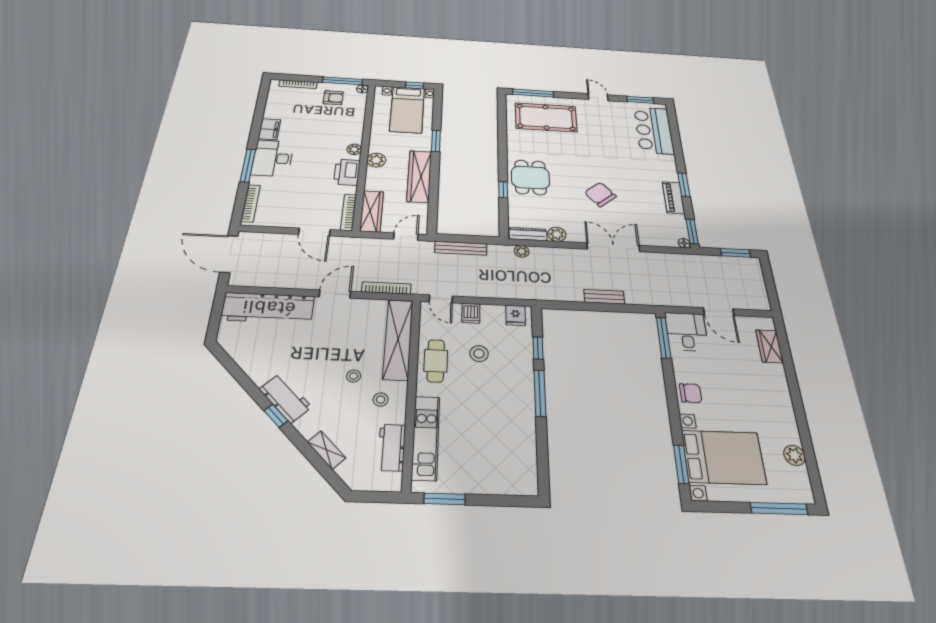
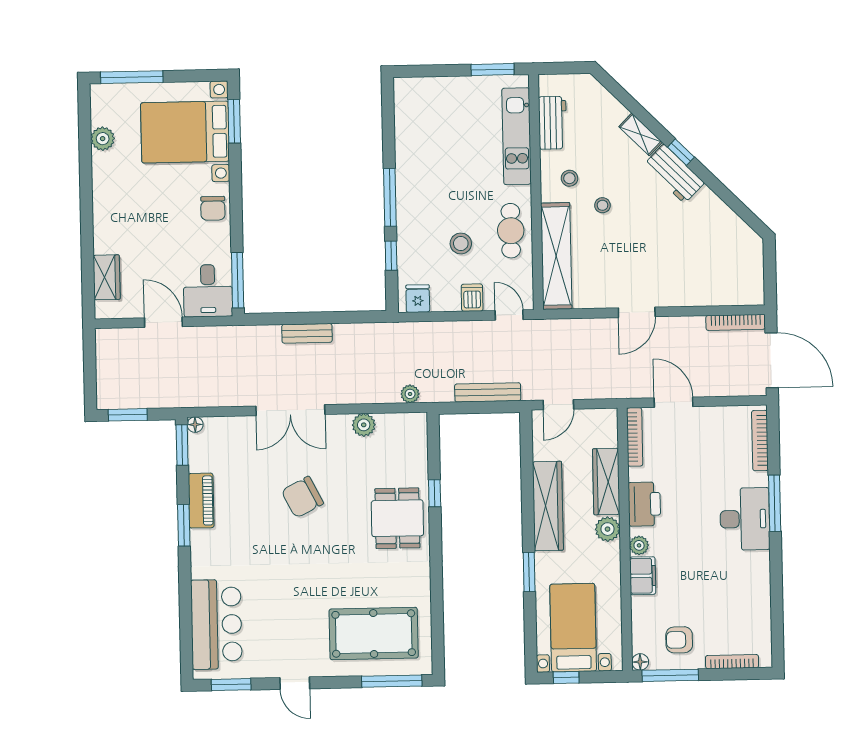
filing cabinet: (269, 129) -> (643, 576), moved, turned 180
chair: (600, 194) -> (302, 497), turned 103
wardrobe: (372, 211) -> (606, 482), moved
dresser: (528, 234) -> (402, 422), removed
bookcase: (386, 288) -> (736, 322), moved
workbench: (268, 308) -> (712, 287), removed
chair: (691, 393) -> (213, 208), turned -90
shelving: (326, 450) -> (641, 134), moved

